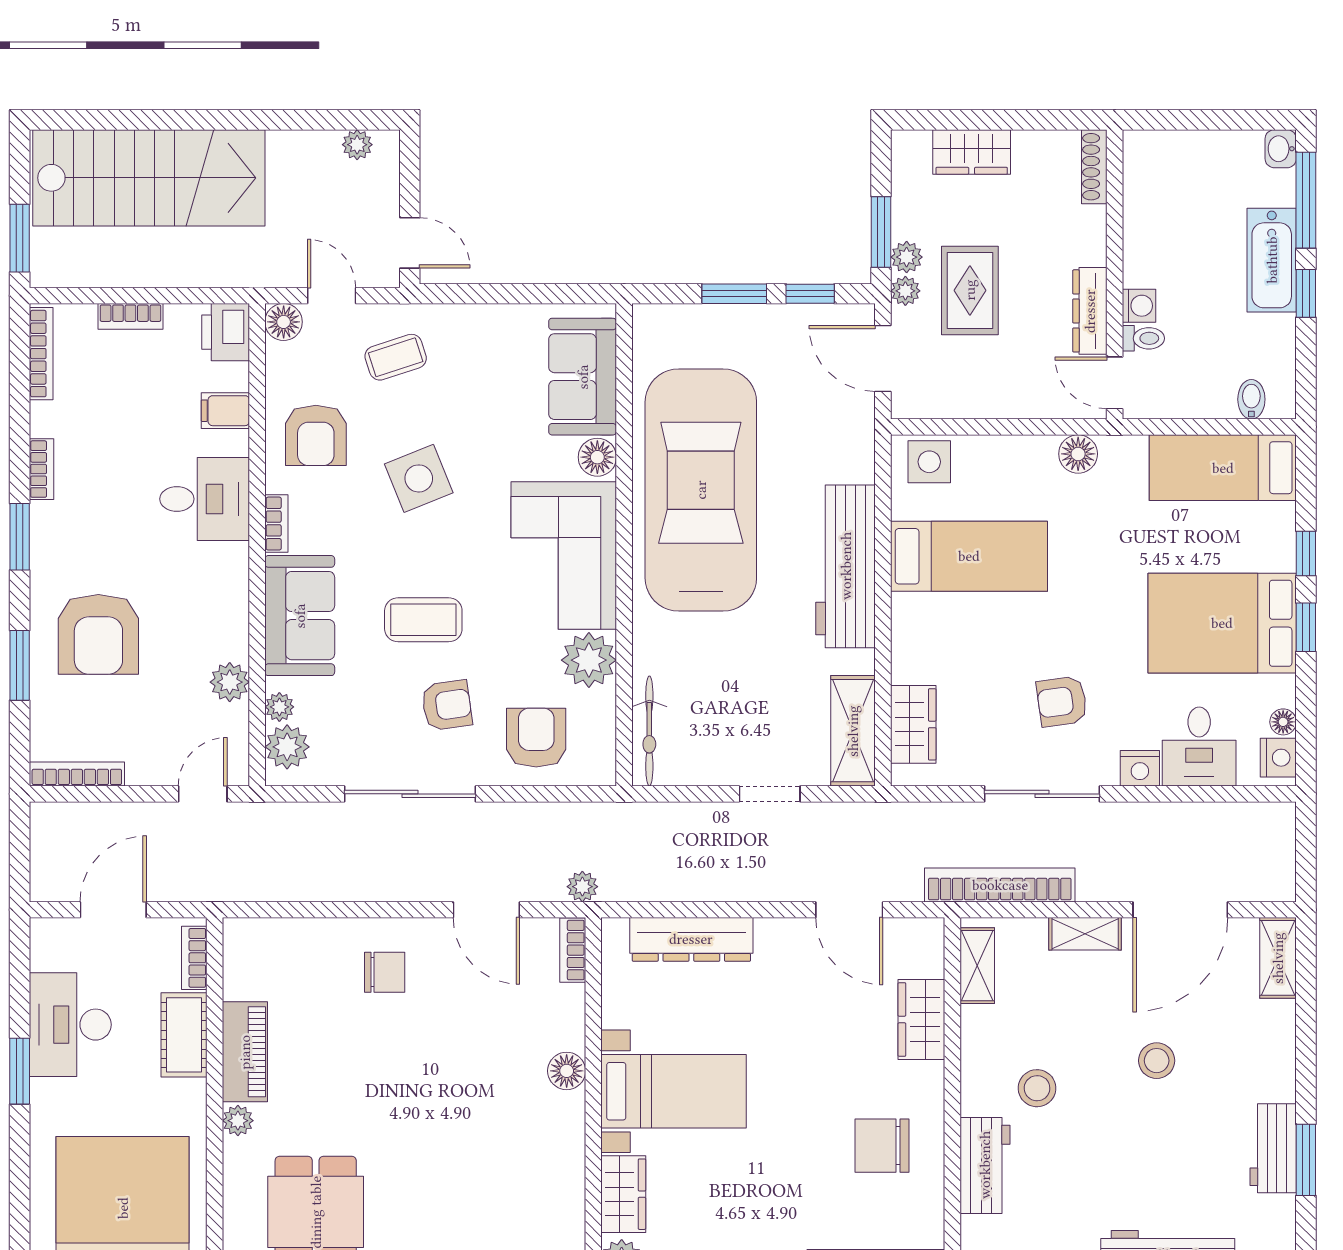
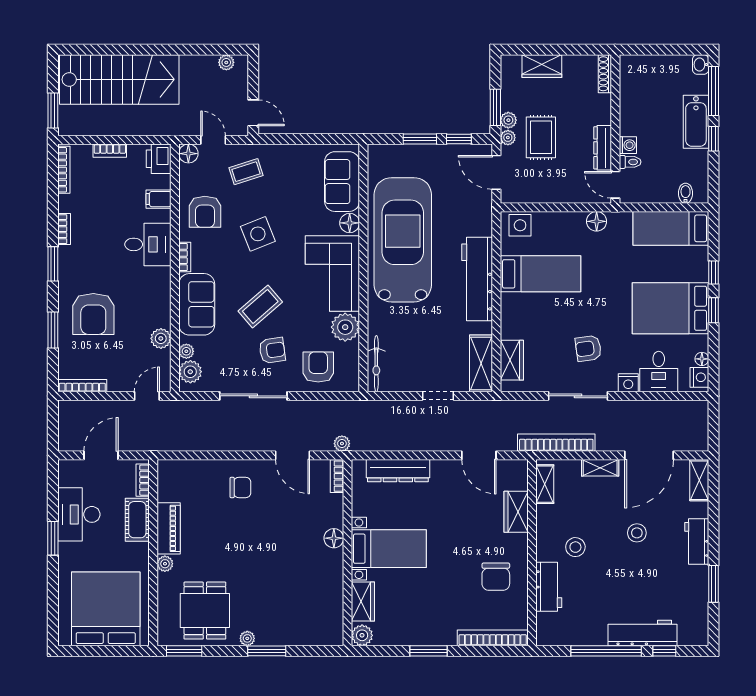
coffee table: (423, 620) -> (260, 306), turned -41
chair: (882, 1146) -> (496, 577), turned -90
workbench: (1273, 1148) -> (697, 542), moved

